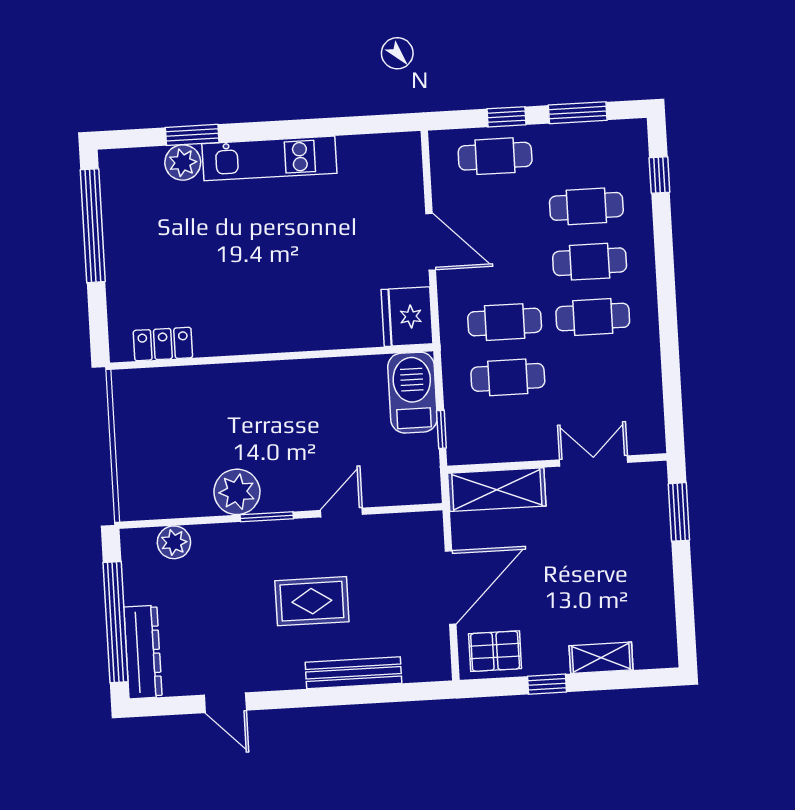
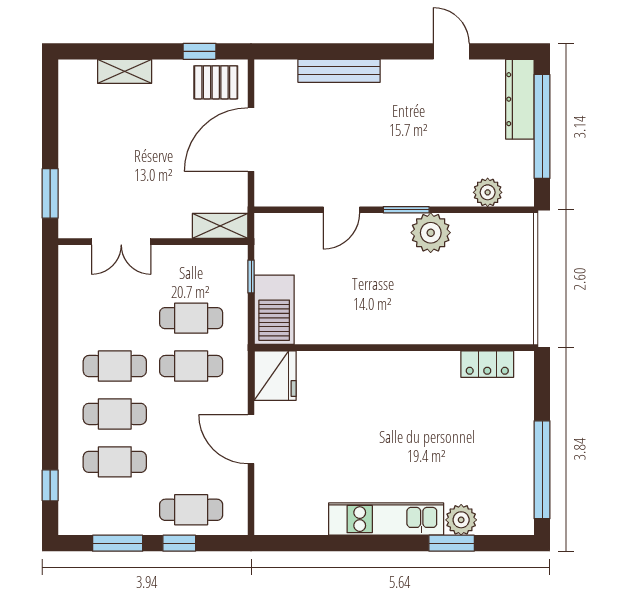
shelving: (497, 490) -> (220, 226), width x0.67, depth x0.75
rug: (312, 601) -> (371, 135), removed
window: (547, 684) -> (200, 51), moved

